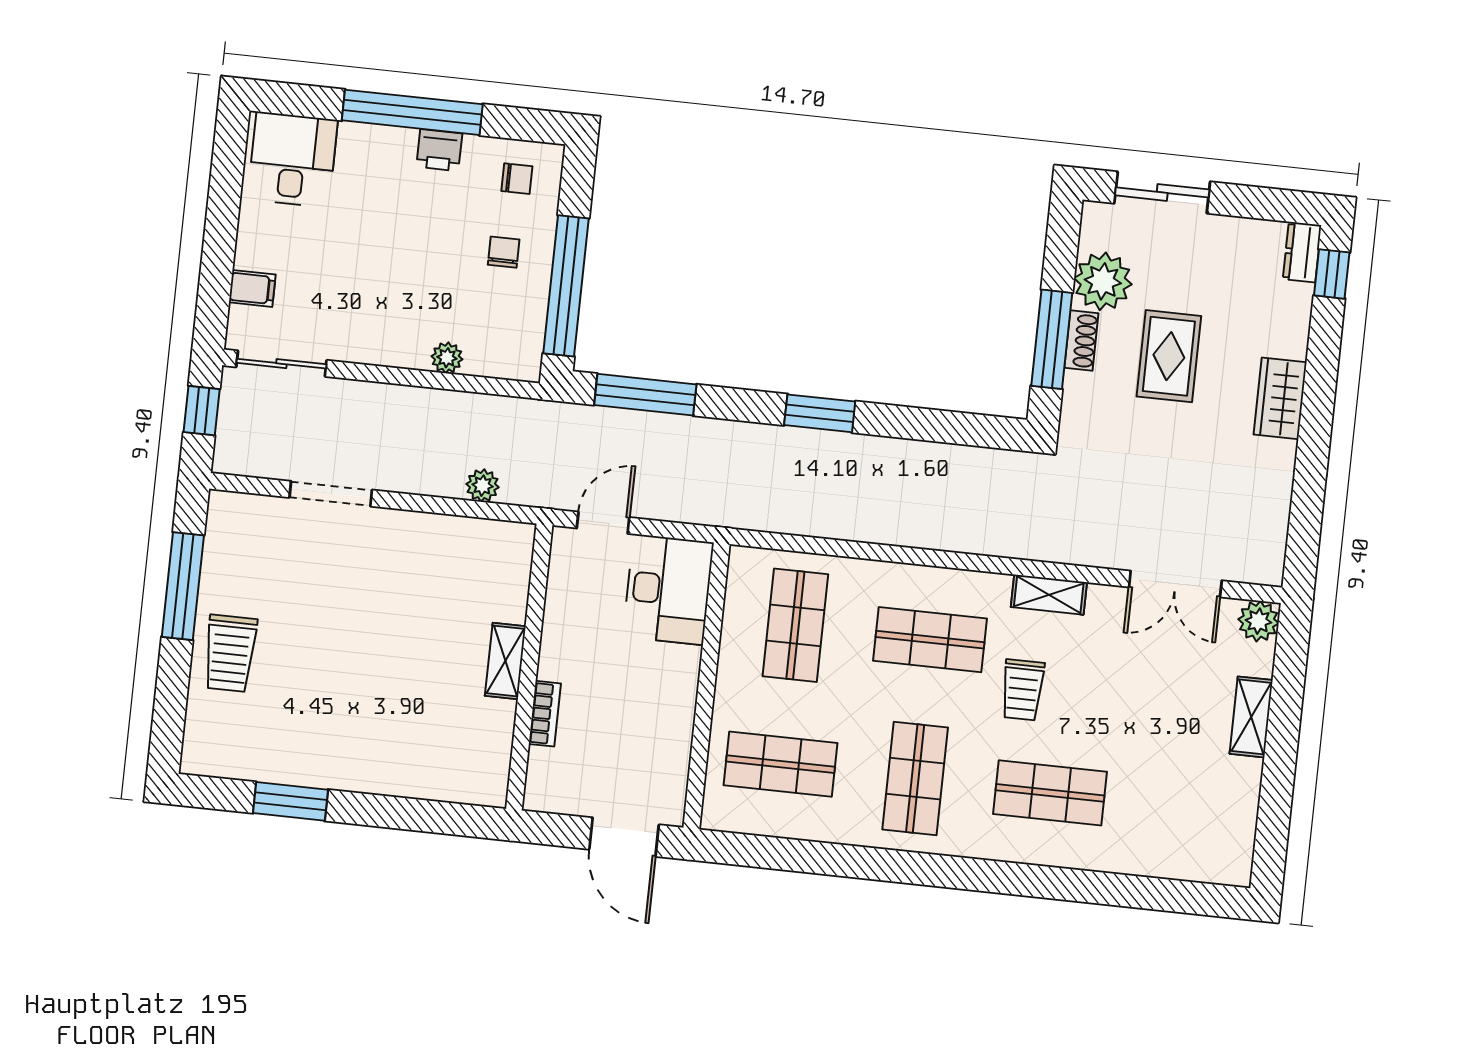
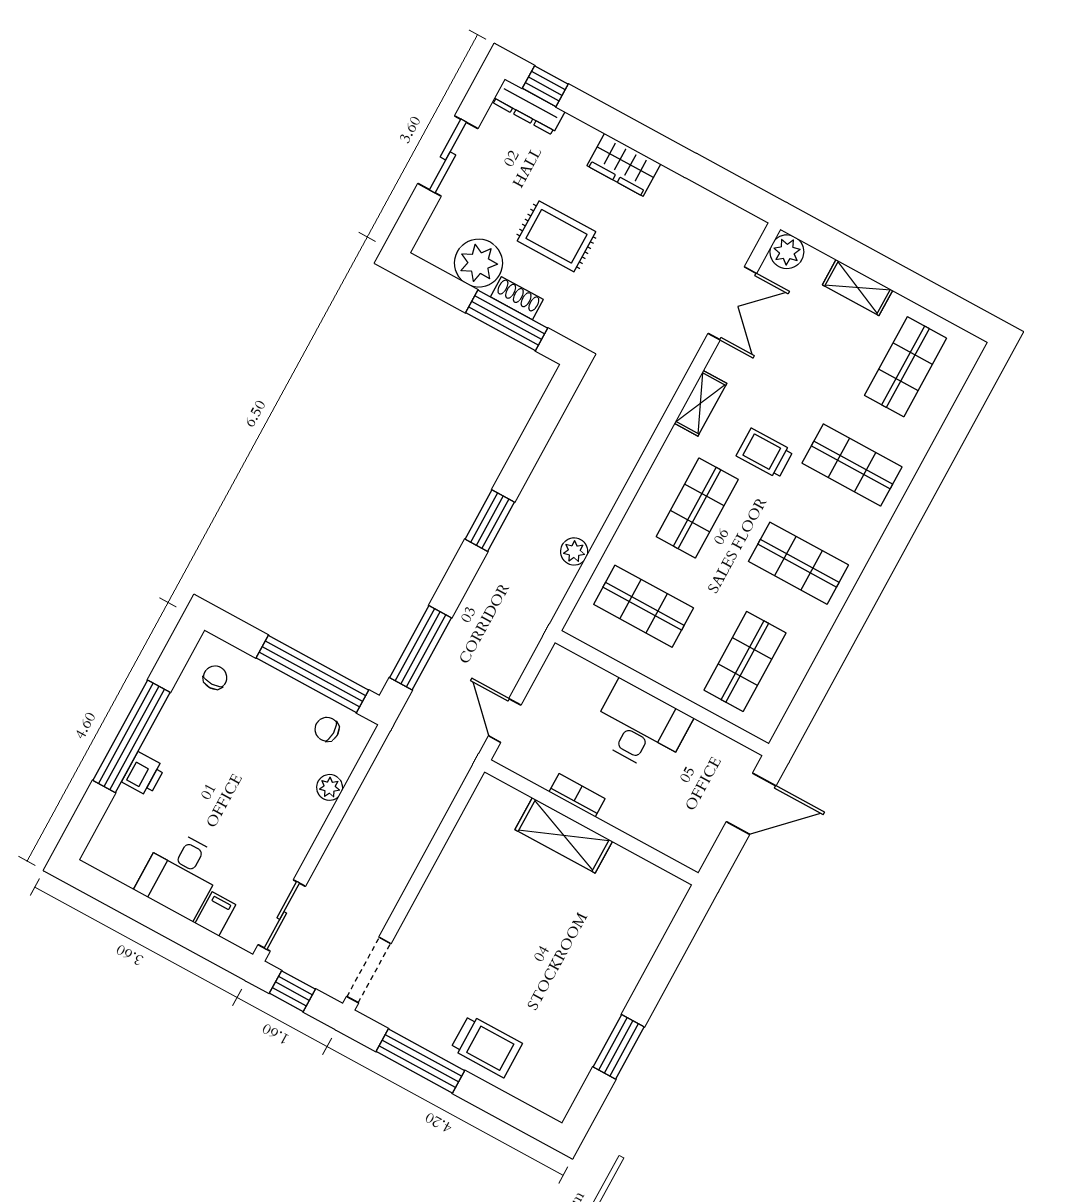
printer: (439, 150) -> (143, 774), moved
desk: (293, 160) -> (180, 874), moved, turned -90
sliding door: (1162, 192) -> (448, 156), moved
chair: (504, 252) -> (327, 729), moved
dresser: (1302, 252) -> (528, 107), width x1.44
plant: (483, 486) -> (574, 551), moved
doorway: (331, 494) -> (369, 970), moved
desk: (668, 590) -> (641, 727), moved
shelving: (505, 661) -> (564, 835), width x1.50, depth x1.33
trolley: (1023, 690) -> (765, 453), turned 180
bookcase: (545, 714) -> (577, 795), moved
shop shelf: (1050, 793) -> (852, 465), turned 90
shop shelf: (1185, 807) -> (906, 367), added

